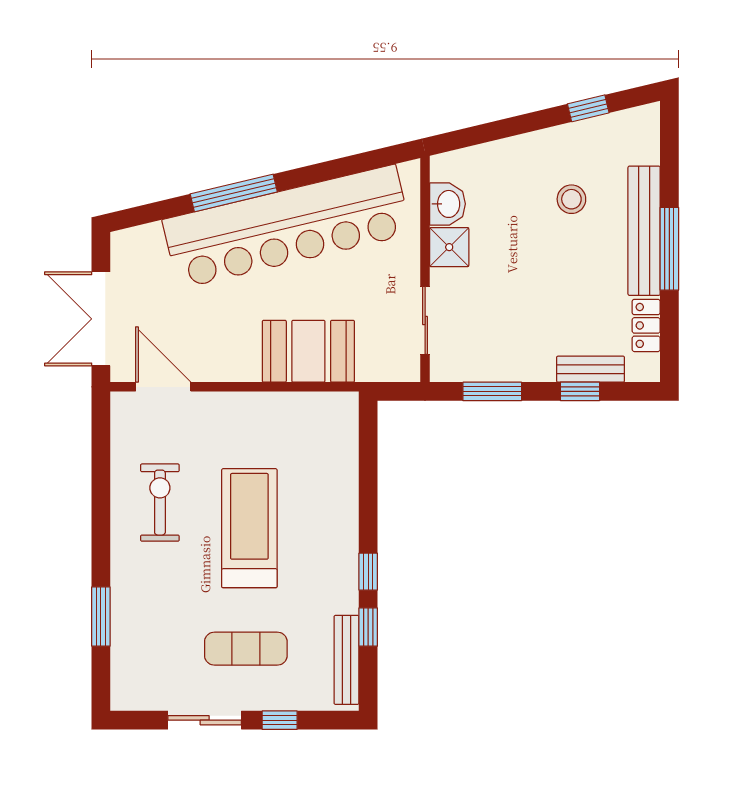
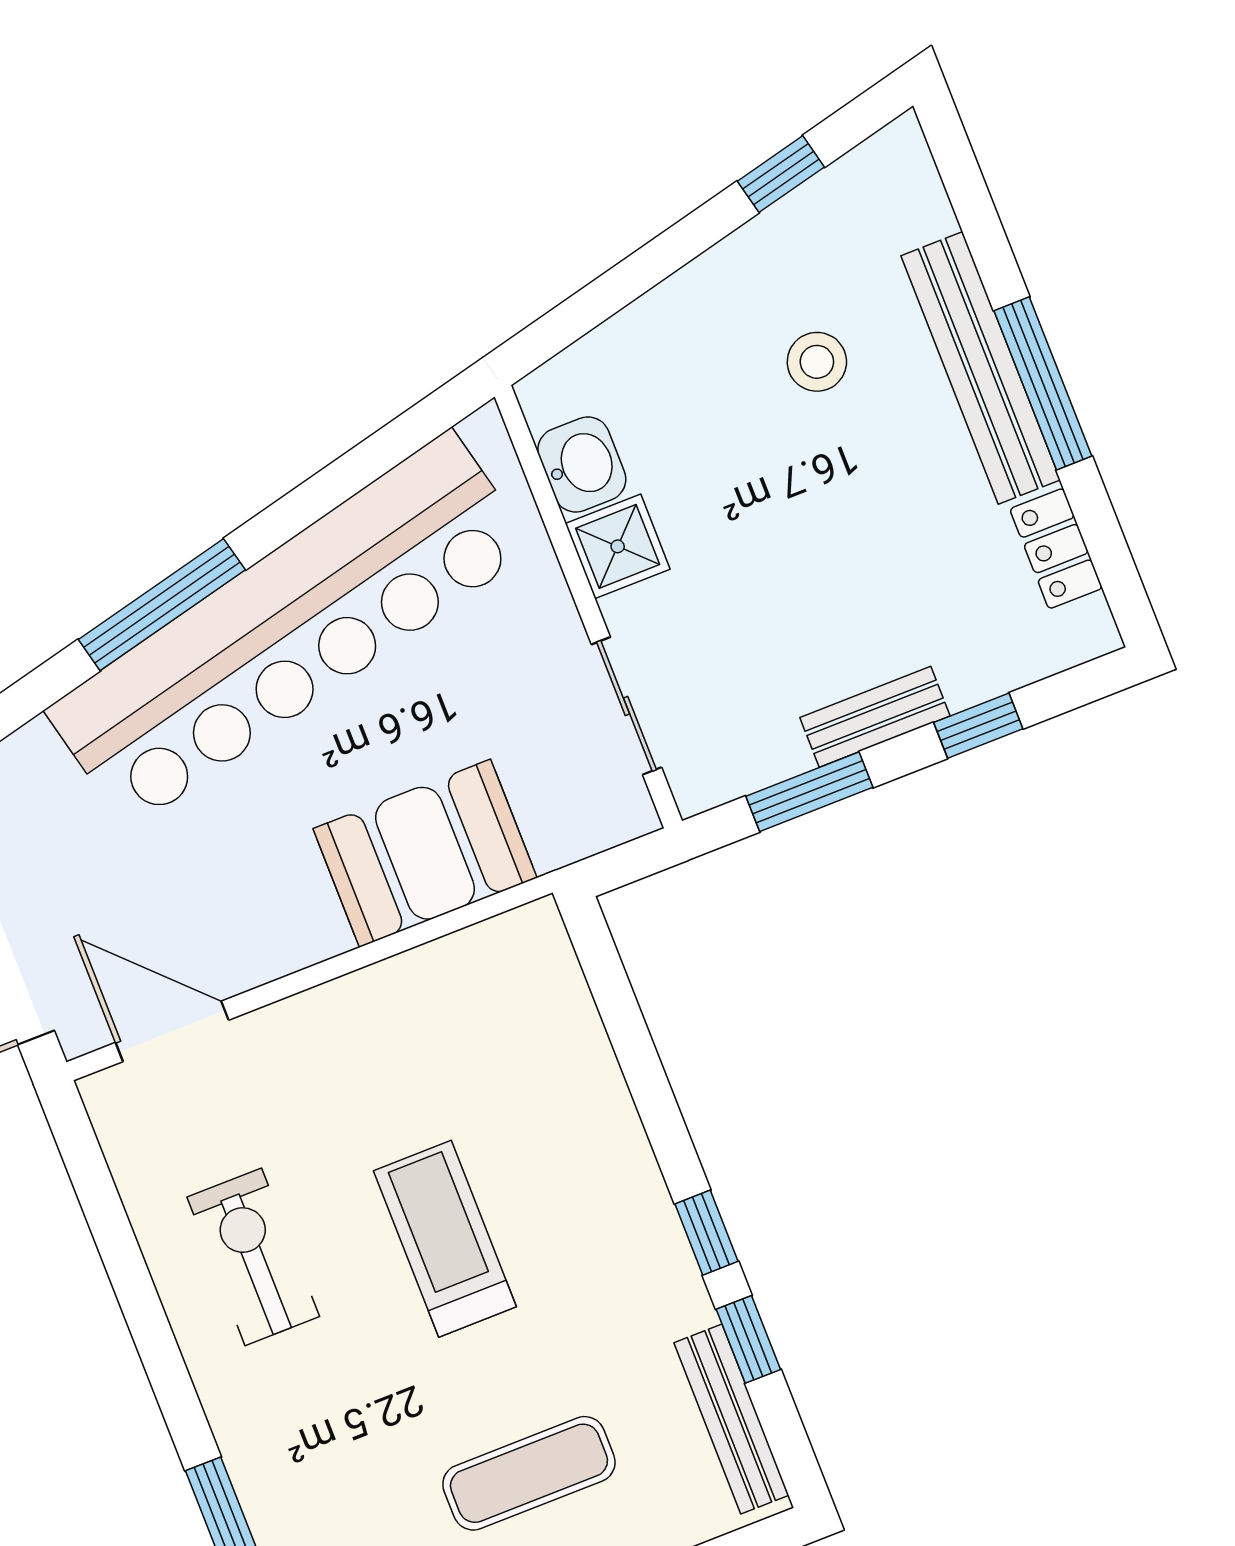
bench: (591, 369) -> (875, 717), moved
treadmill: (249, 528) -> (445, 1239), width x0.73, depth x0.73

